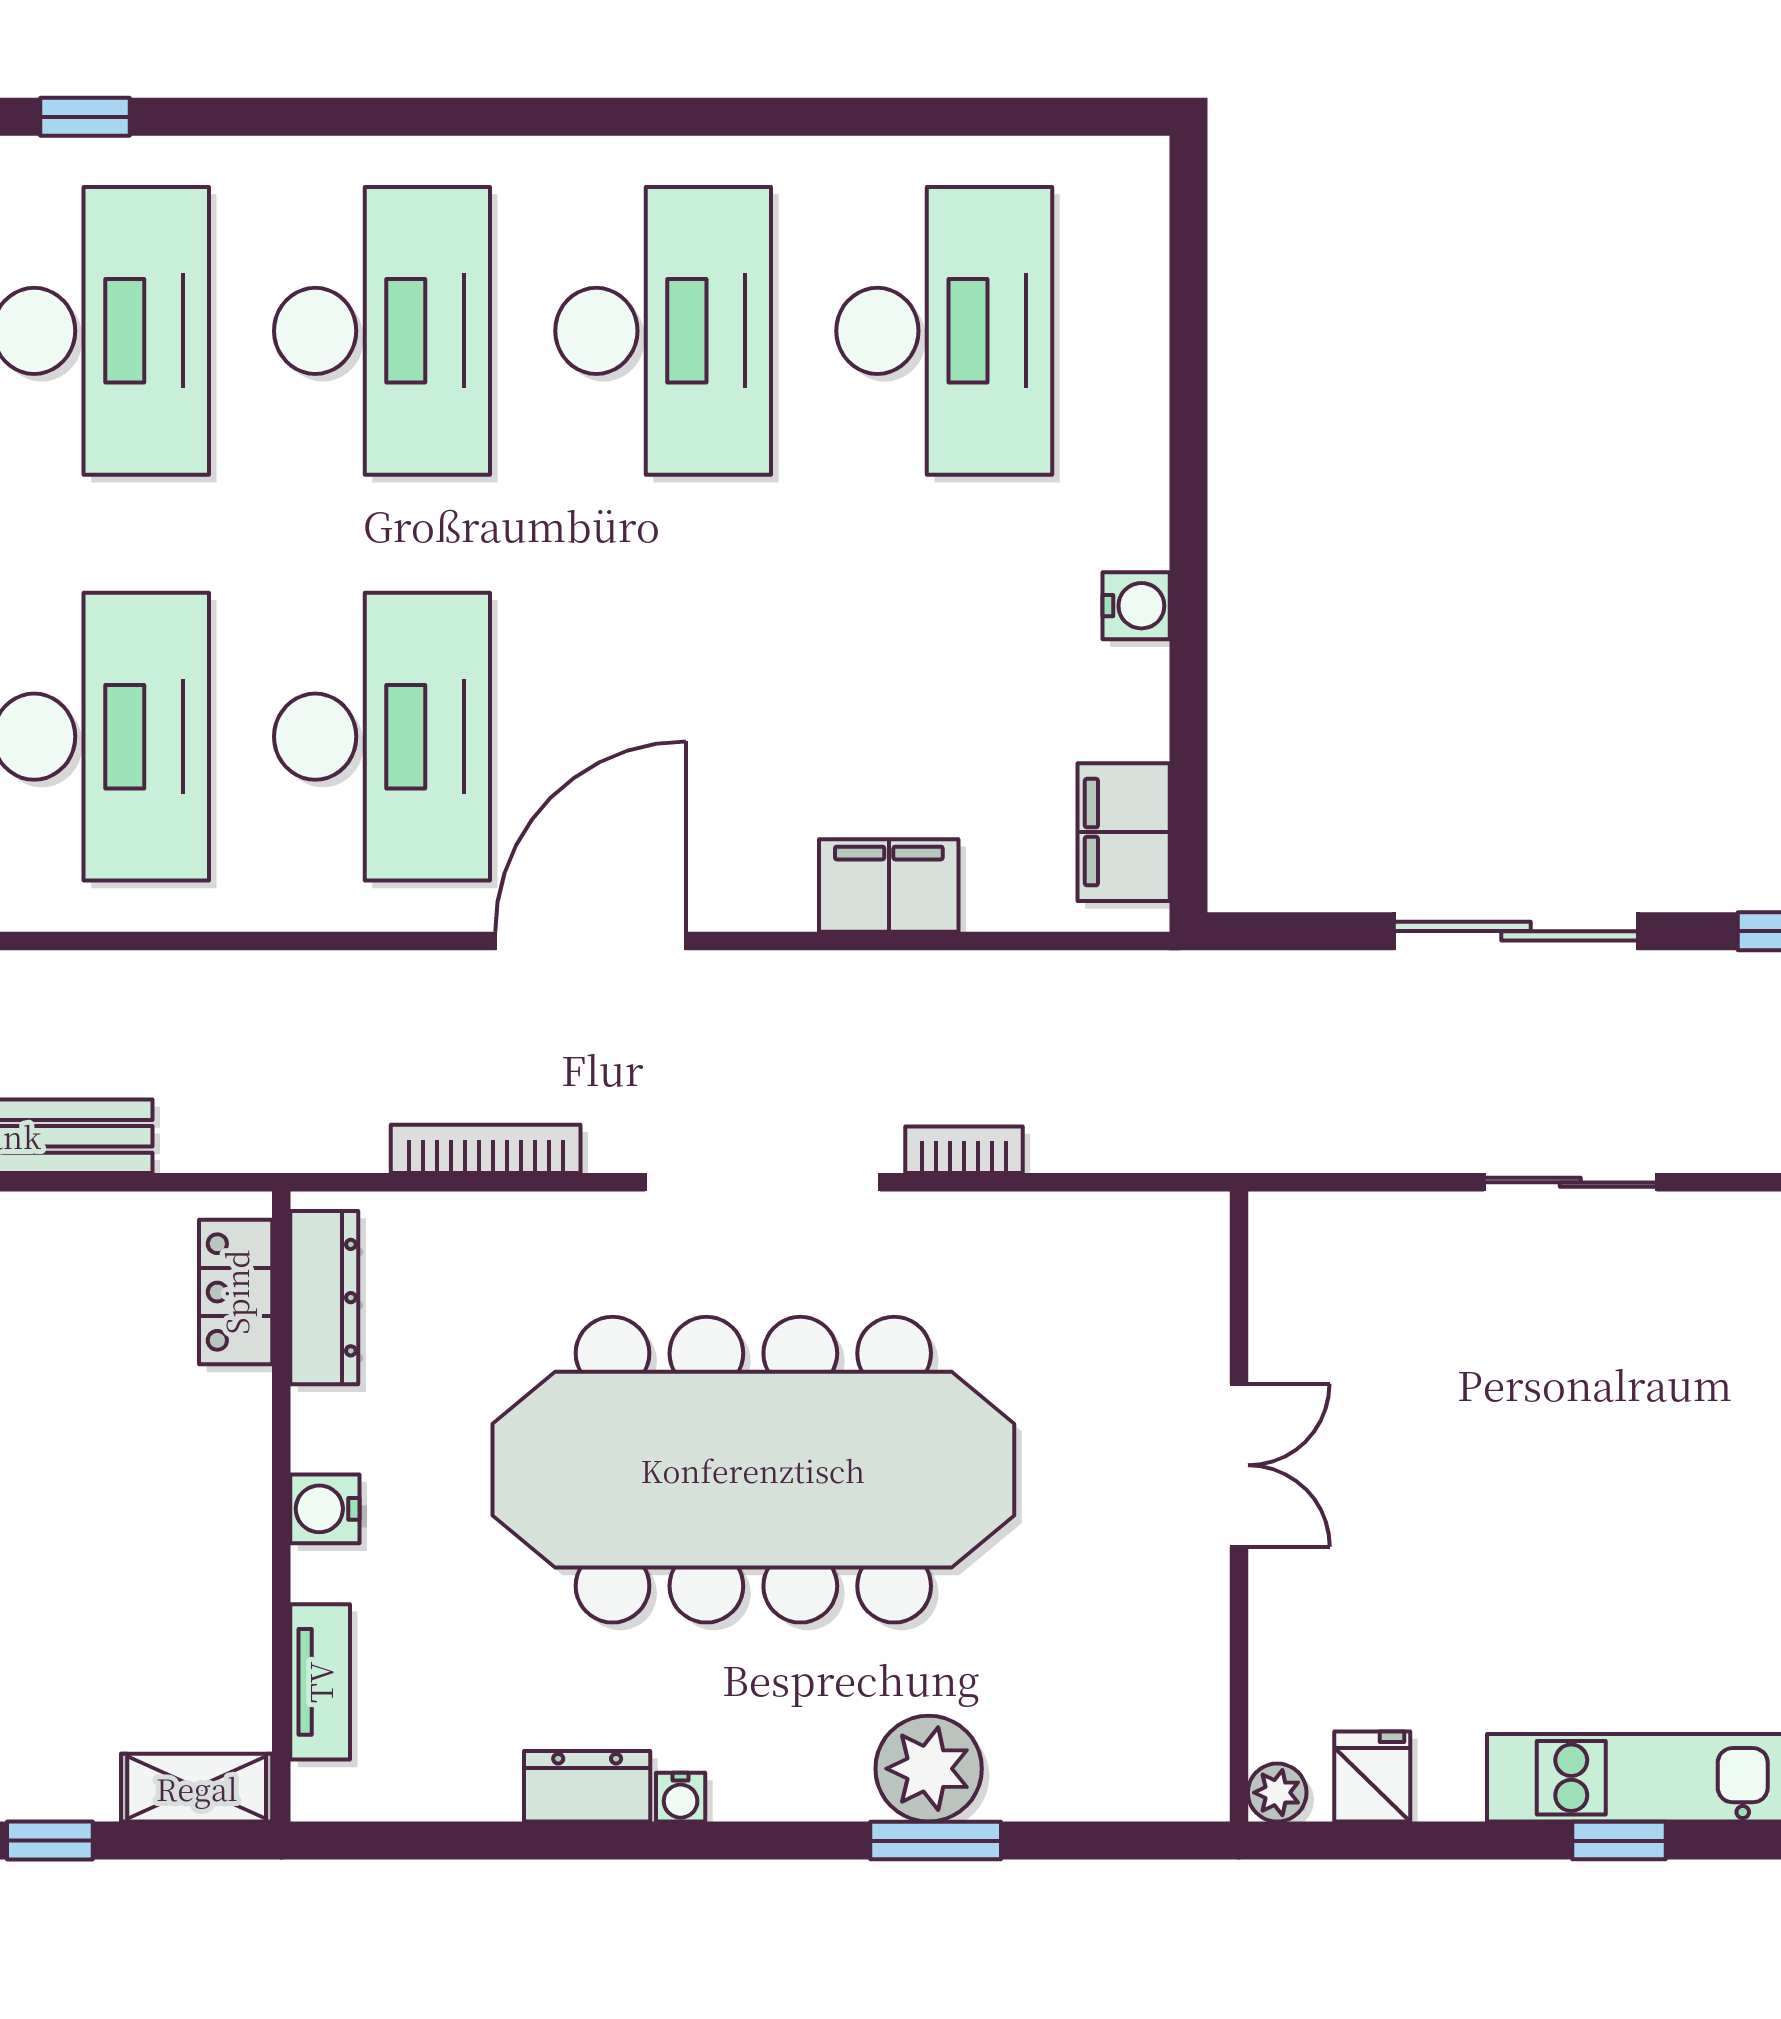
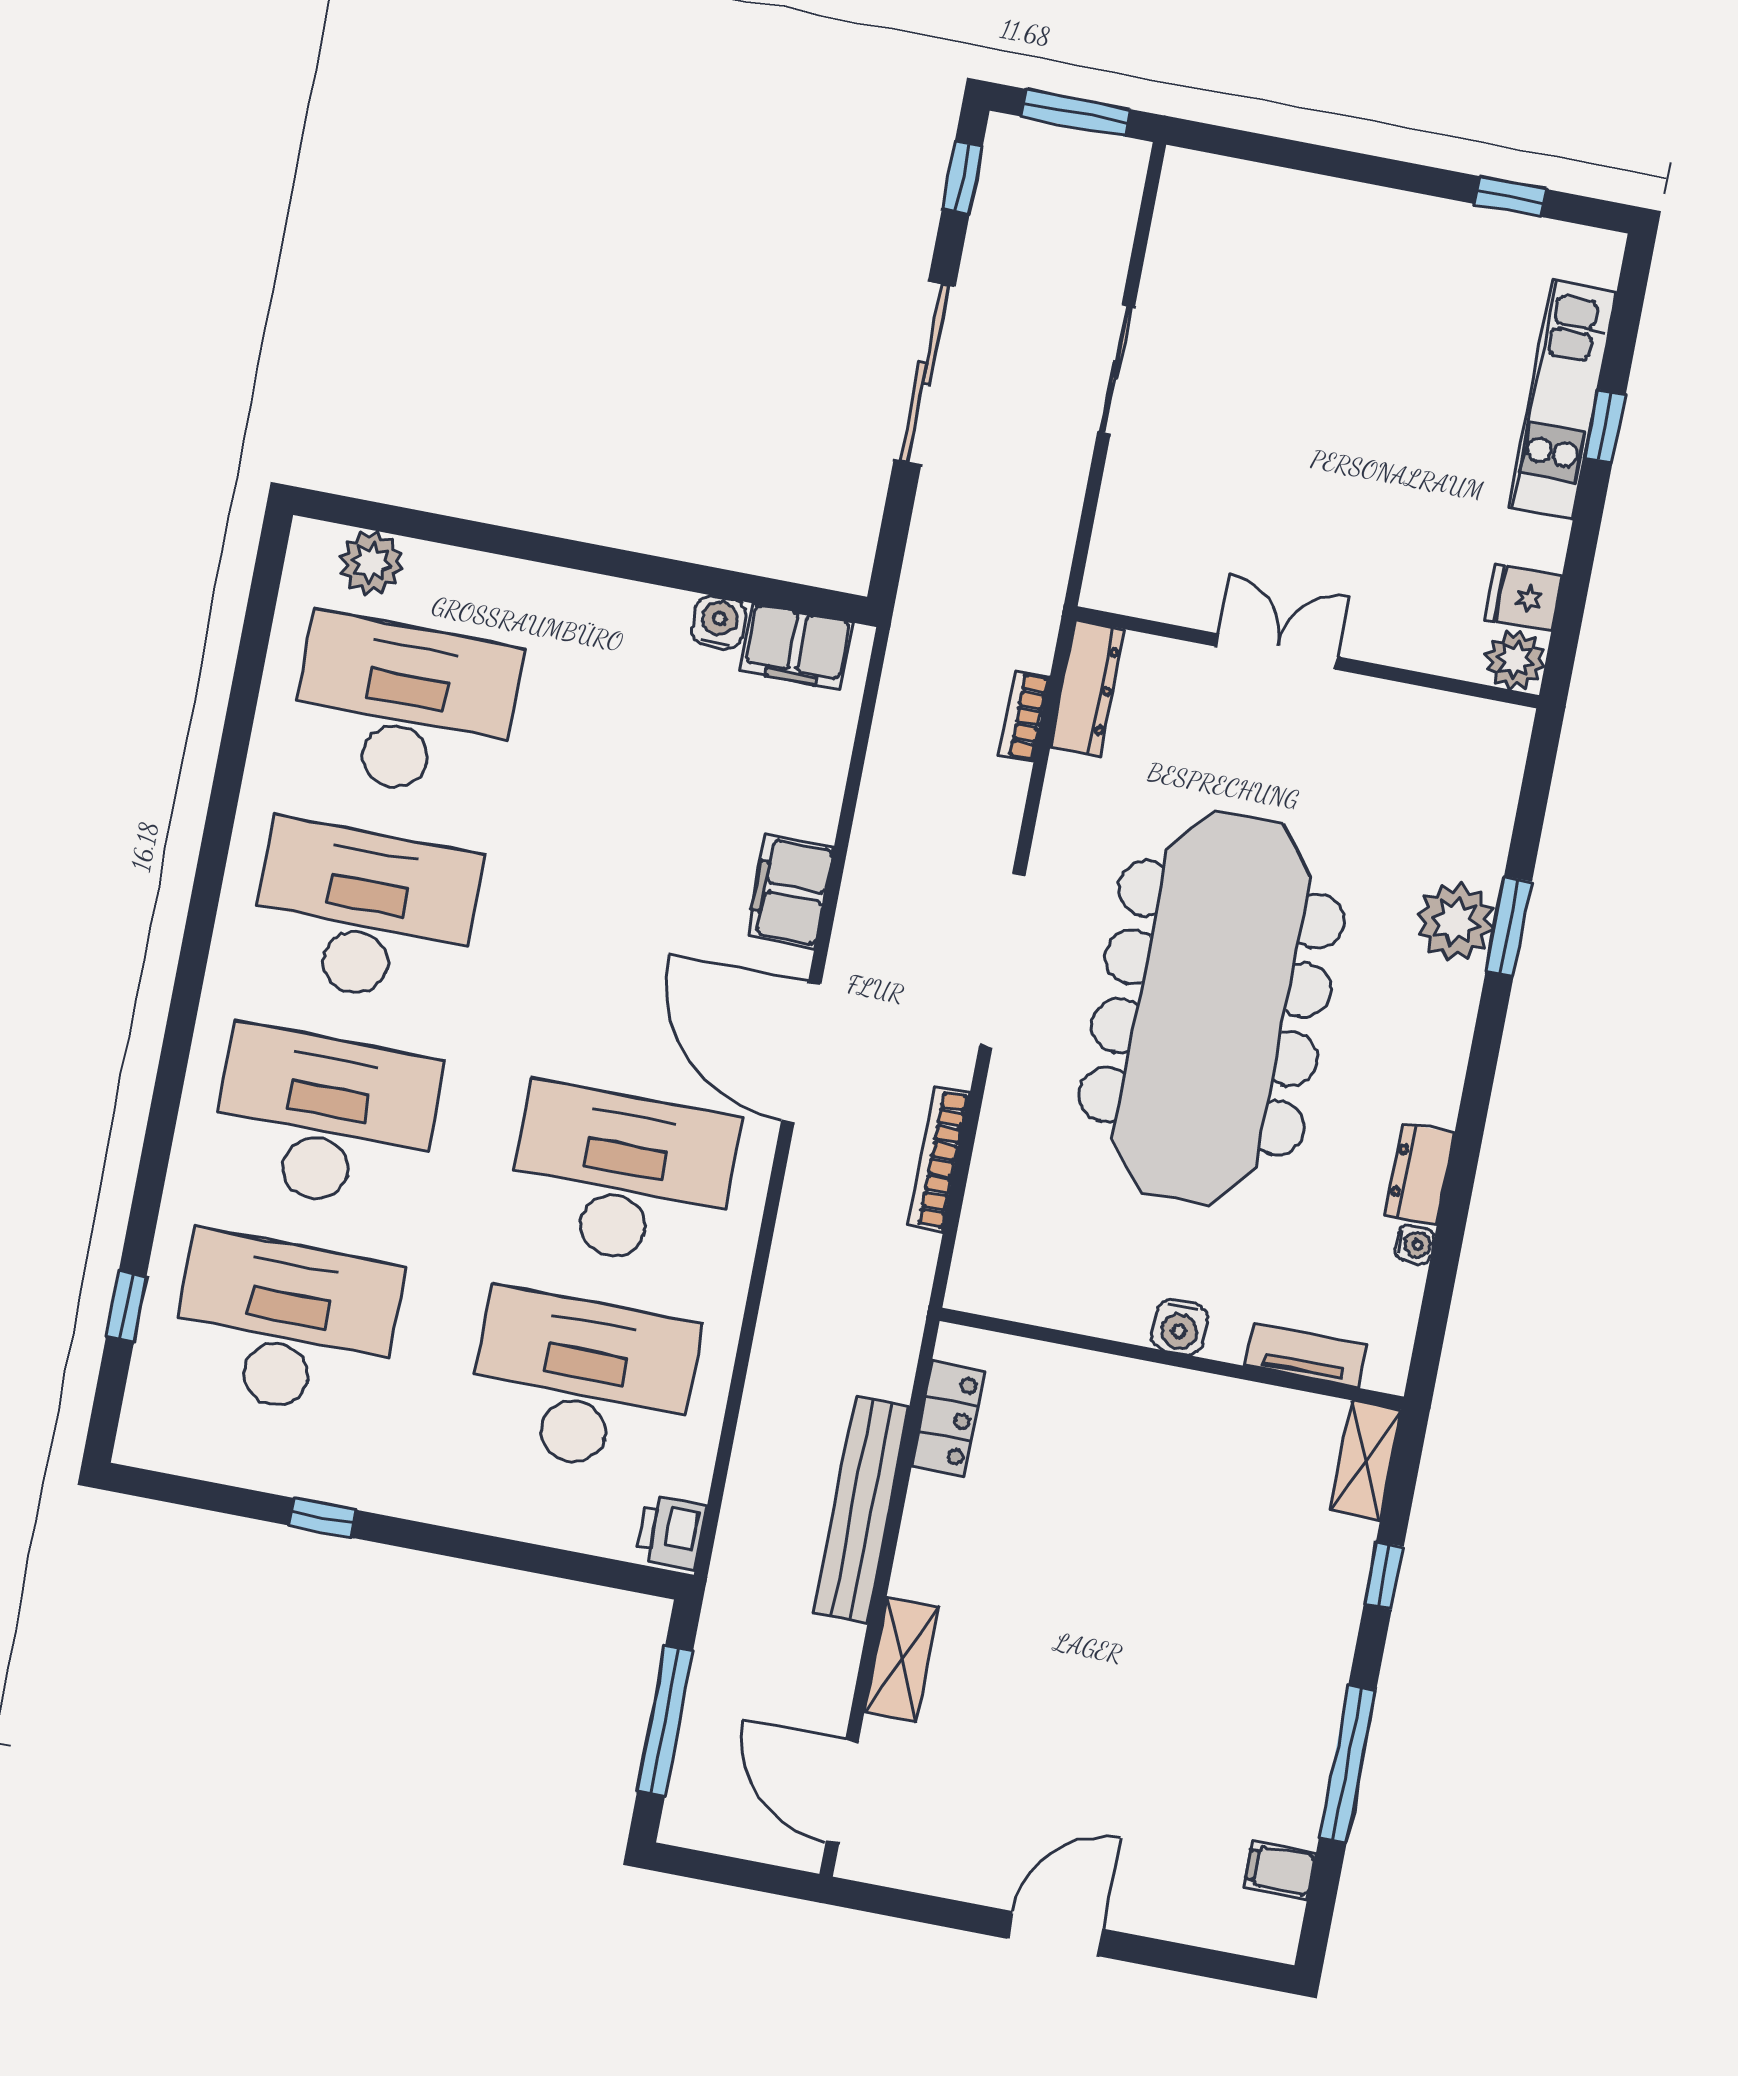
plant: (1126, 251) -> (371, 563), added
water cooler: (1136, 606) -> (719, 622), moved
filing cabinet: (889, 886) -> (790, 891), moved
bookcase: (964, 1150) -> (1025, 716), moved
locker: (236, 1292) -> (949, 1419), moved, turned -90
dresser: (324, 1298) -> (1087, 688), moved, turned 90
plant: (1277, 1793) -> (1515, 660), width x1.38, depth x1.38
water cooler: (681, 1797) -> (1415, 1244), moved

